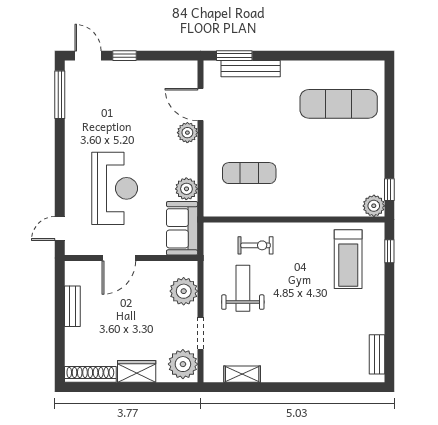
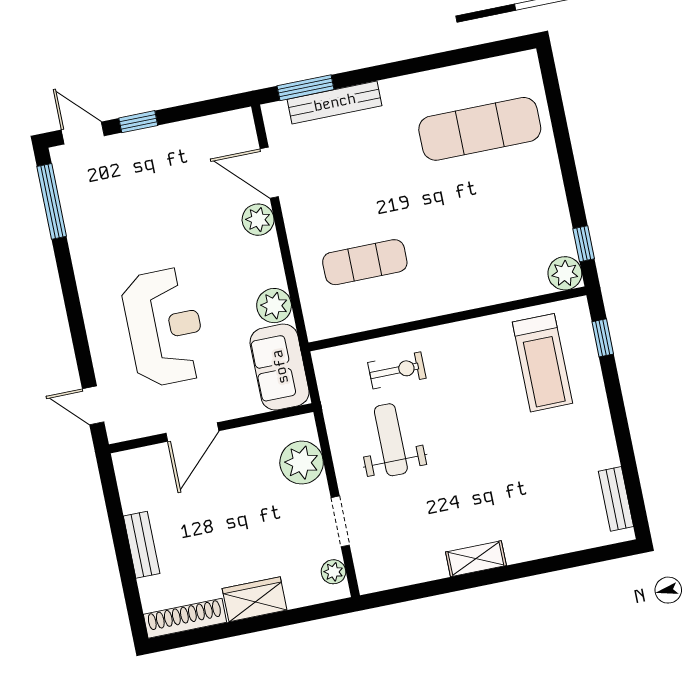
door: (60, 228) -> (93, 405), hinge flipped
bench: (72, 306) -> (142, 545), moved
plant: (183, 364) -> (333, 572), width x0.53, depth x0.53
shelving: (242, 374) -> (476, 559), moved

